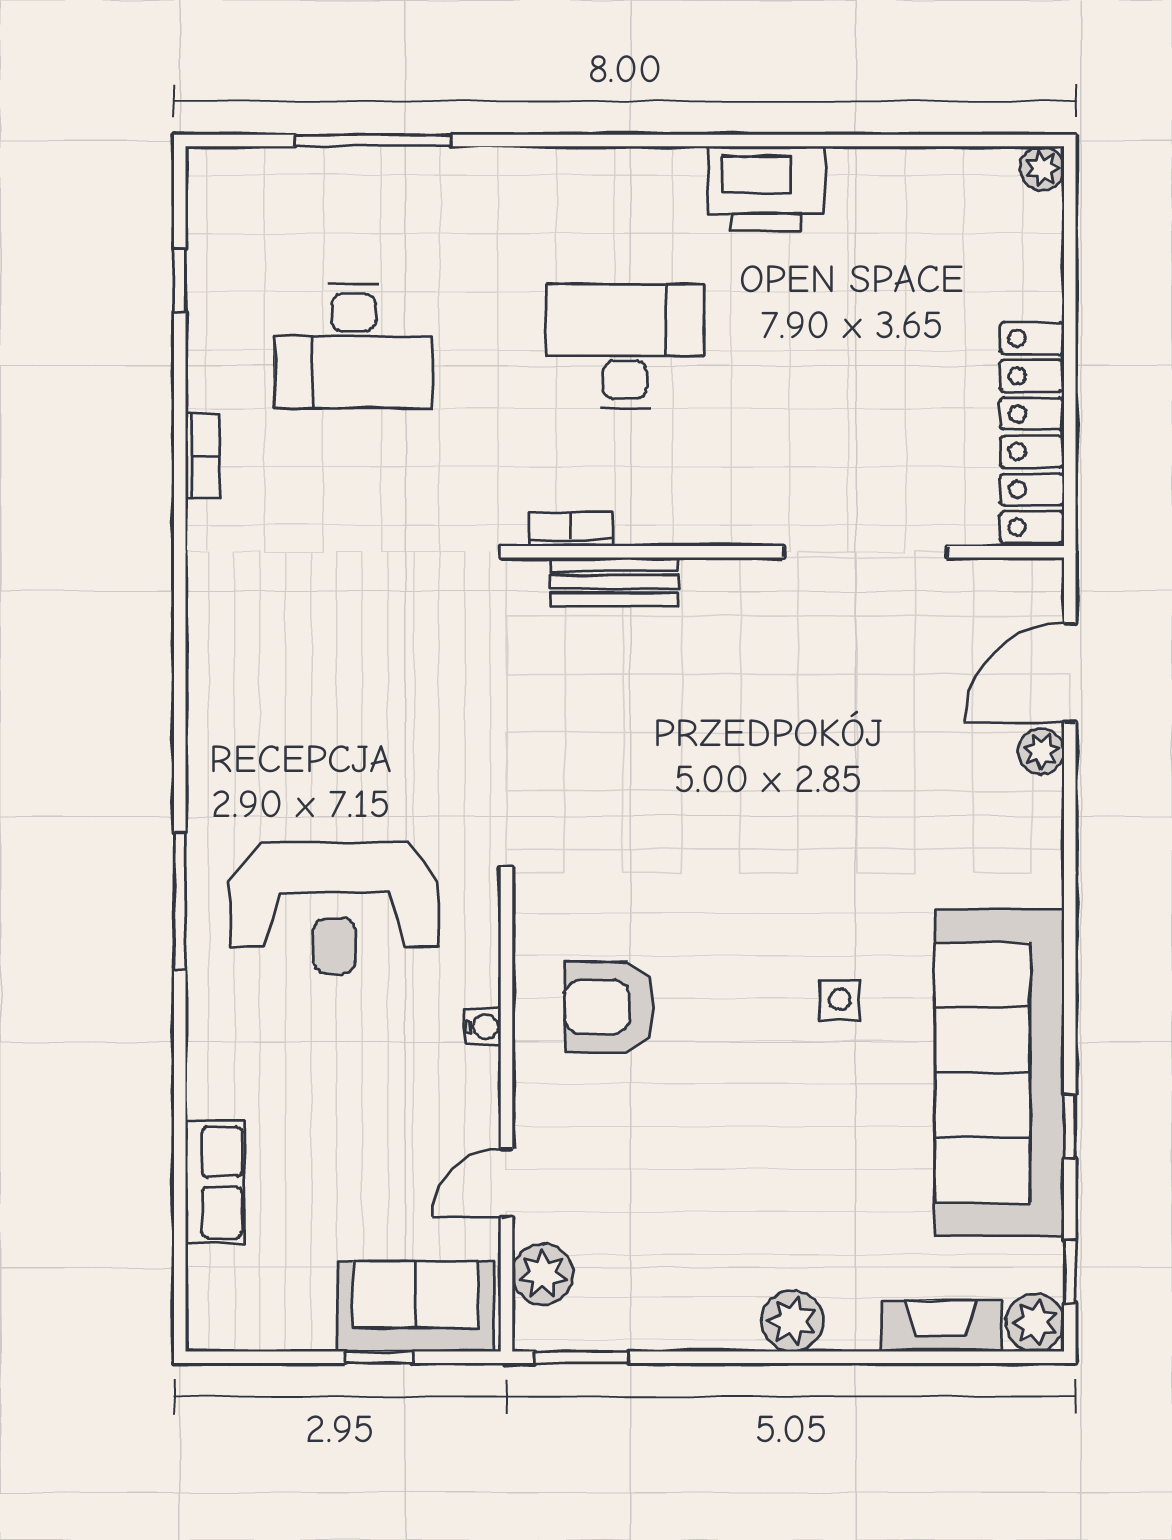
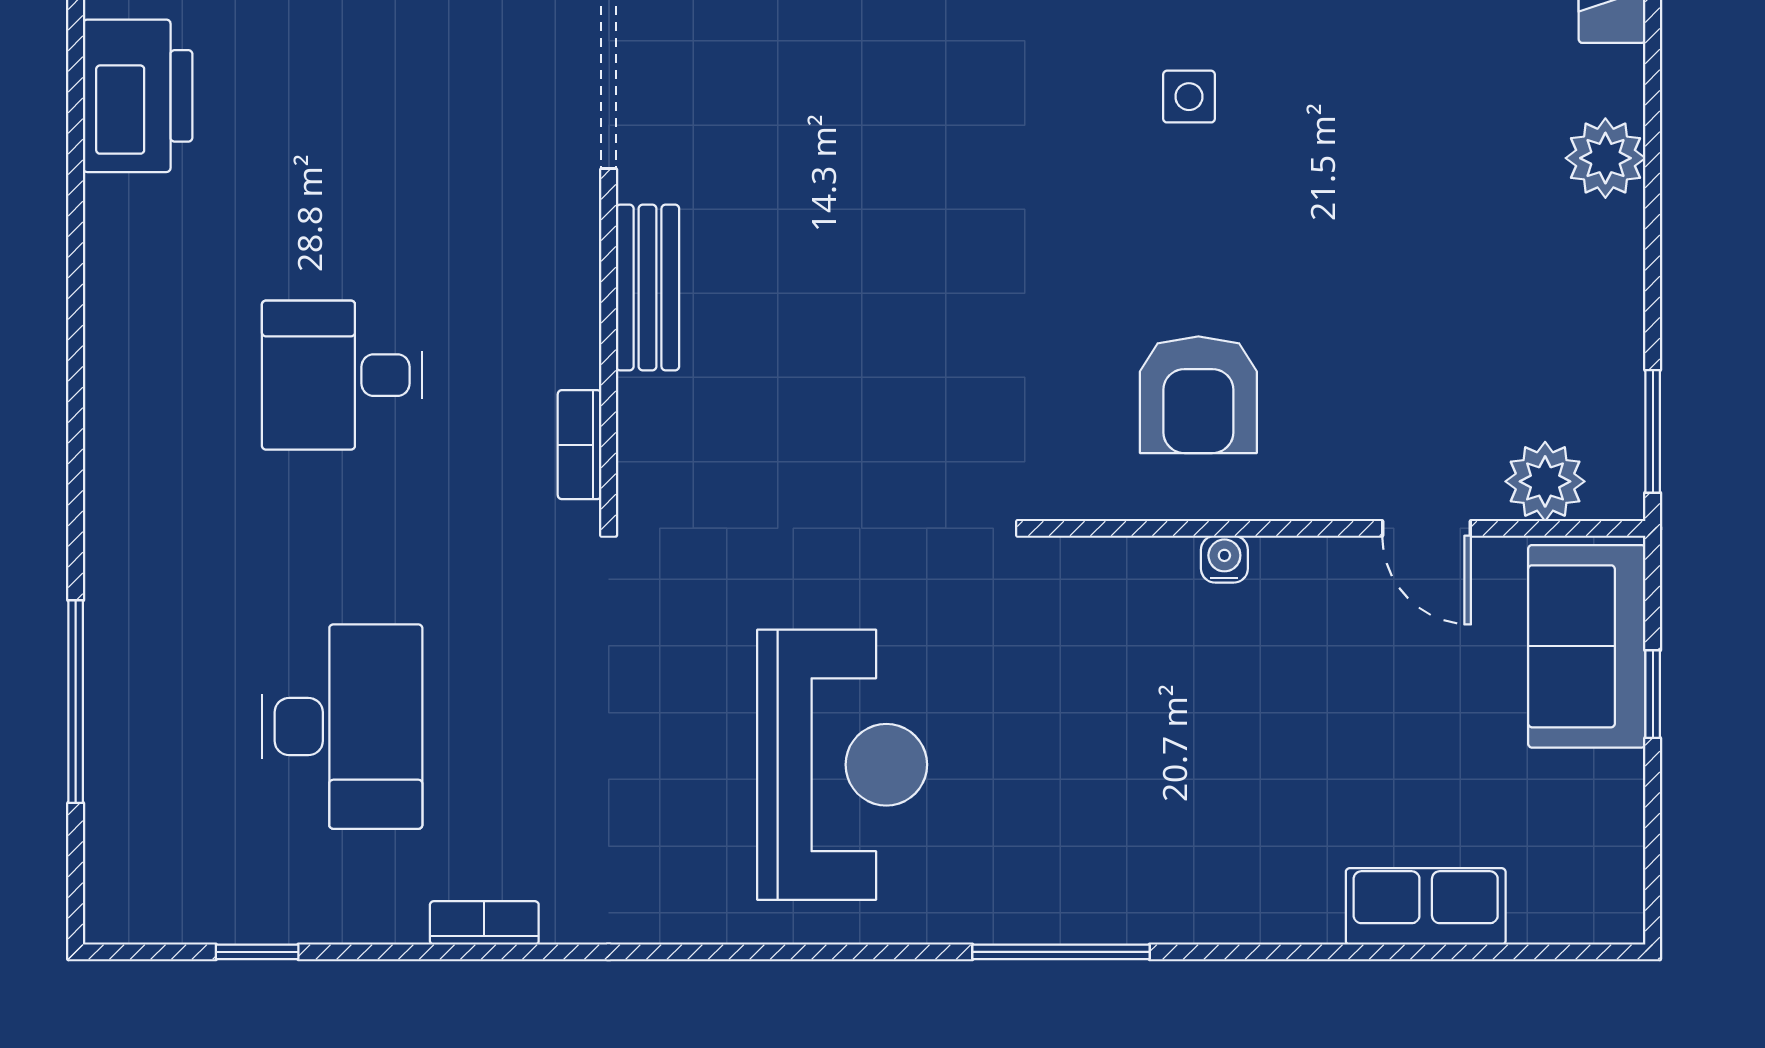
printer: (766, 188) -> (138, 96), moved
desk: (625, 346) -> (342, 375), width x0.73
bench: (614, 582) -> (648, 287), moved
reception desk: (334, 908) -> (842, 765), moved

